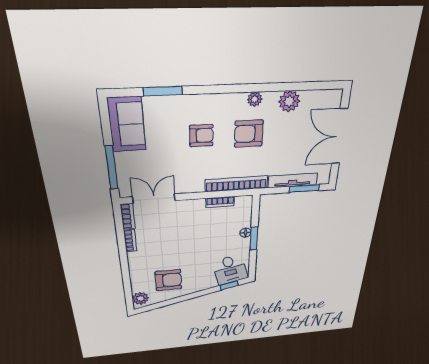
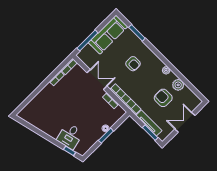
sofa: (127, 124) -> (108, 35), width x1.36
armchair: (249, 134) -> (163, 98), moved
double door: (340, 137) -> (185, 122), width x0.73
double door: (154, 199) -> (97, 79), moved
desk: (230, 270) -> (70, 136), moved
armchair: (168, 280) -> (48, 116), removed
plant: (140, 298) -> (26, 112), removed

